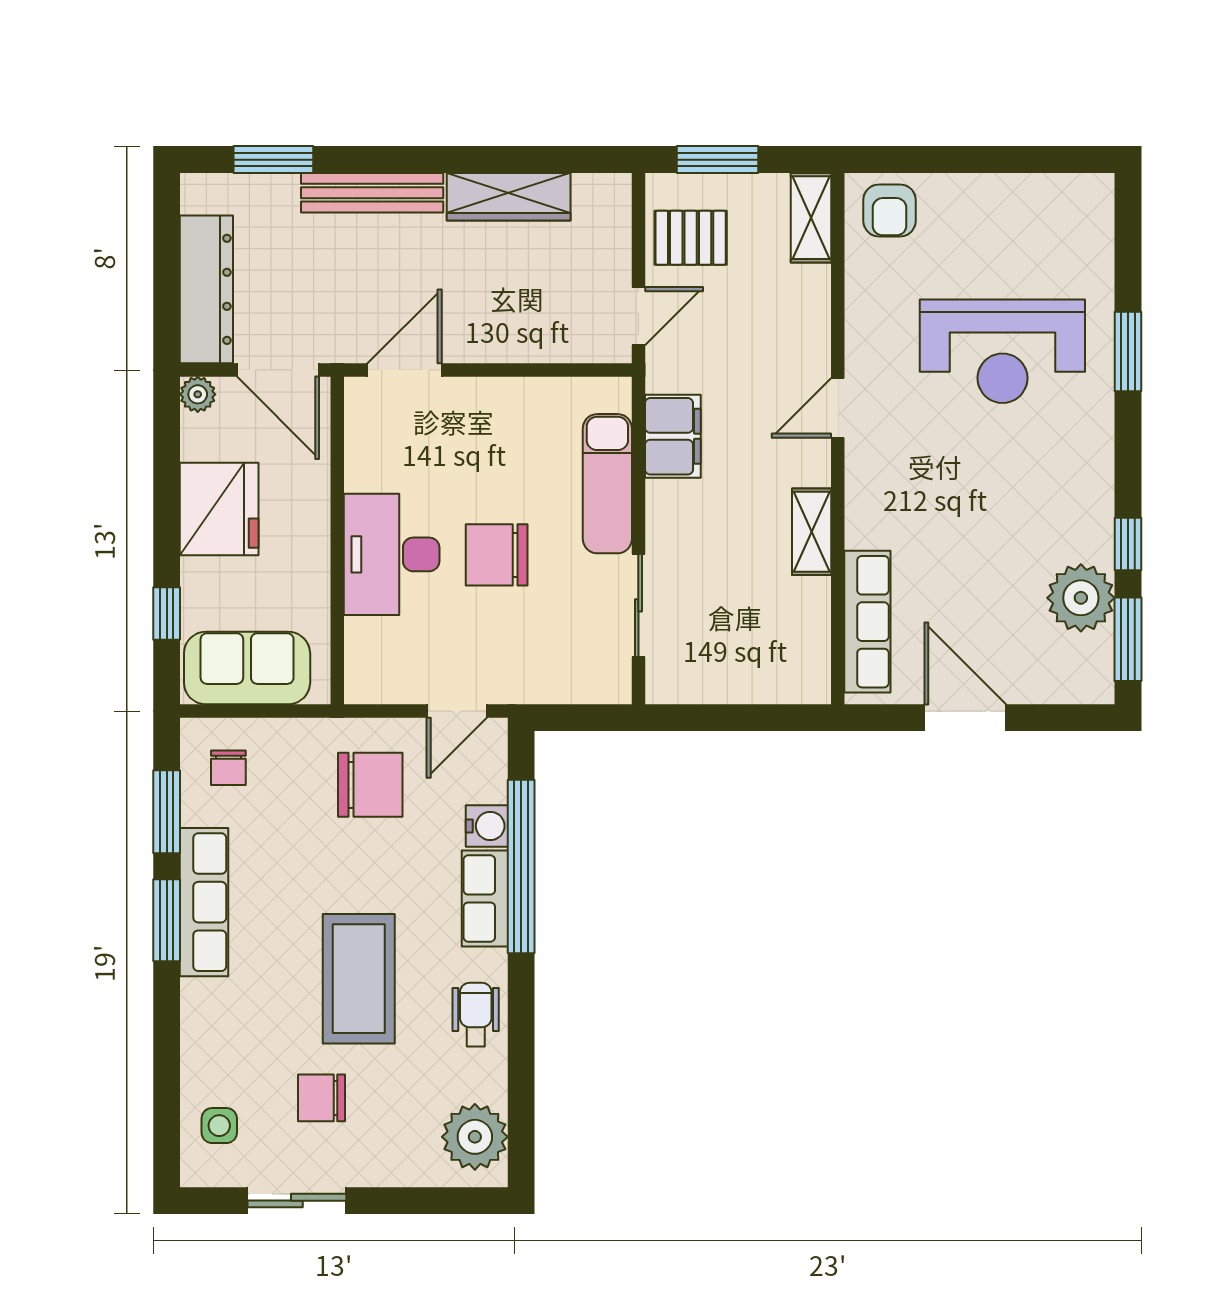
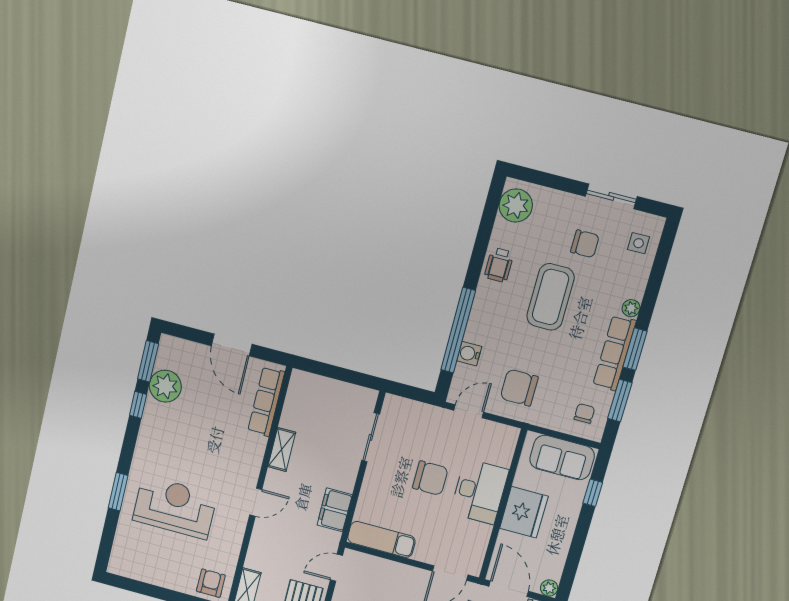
exam couch: (607, 484) -> (381, 539), moved, turned -90
fridge: (219, 509) -> (524, 512), moved, turned 180
row of seats: (485, 899) -> (480, 319), removed
plant: (197, 997) -> (631, 308), added

